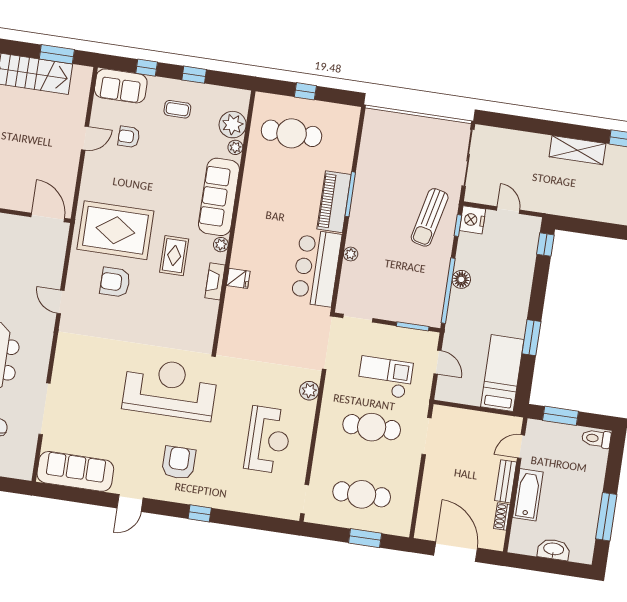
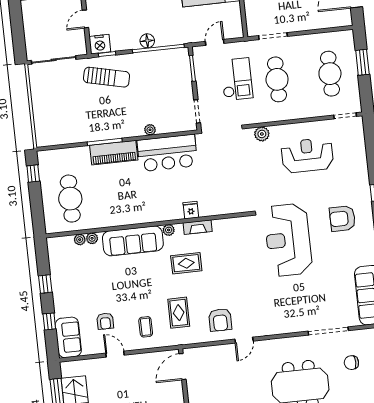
window: (305, 91) -> (33, 173), moved
coffee table: (177, 109) -> (146, 327), moved
plant: (233, 125) -> (80, 240), width x0.53, depth x0.53
rug: (115, 230) -> (179, 313), width x0.54, depth x0.49
armchair: (115, 282) -> (220, 320), moved
checkout: (385, 377) -> (237, 79), turned 180

